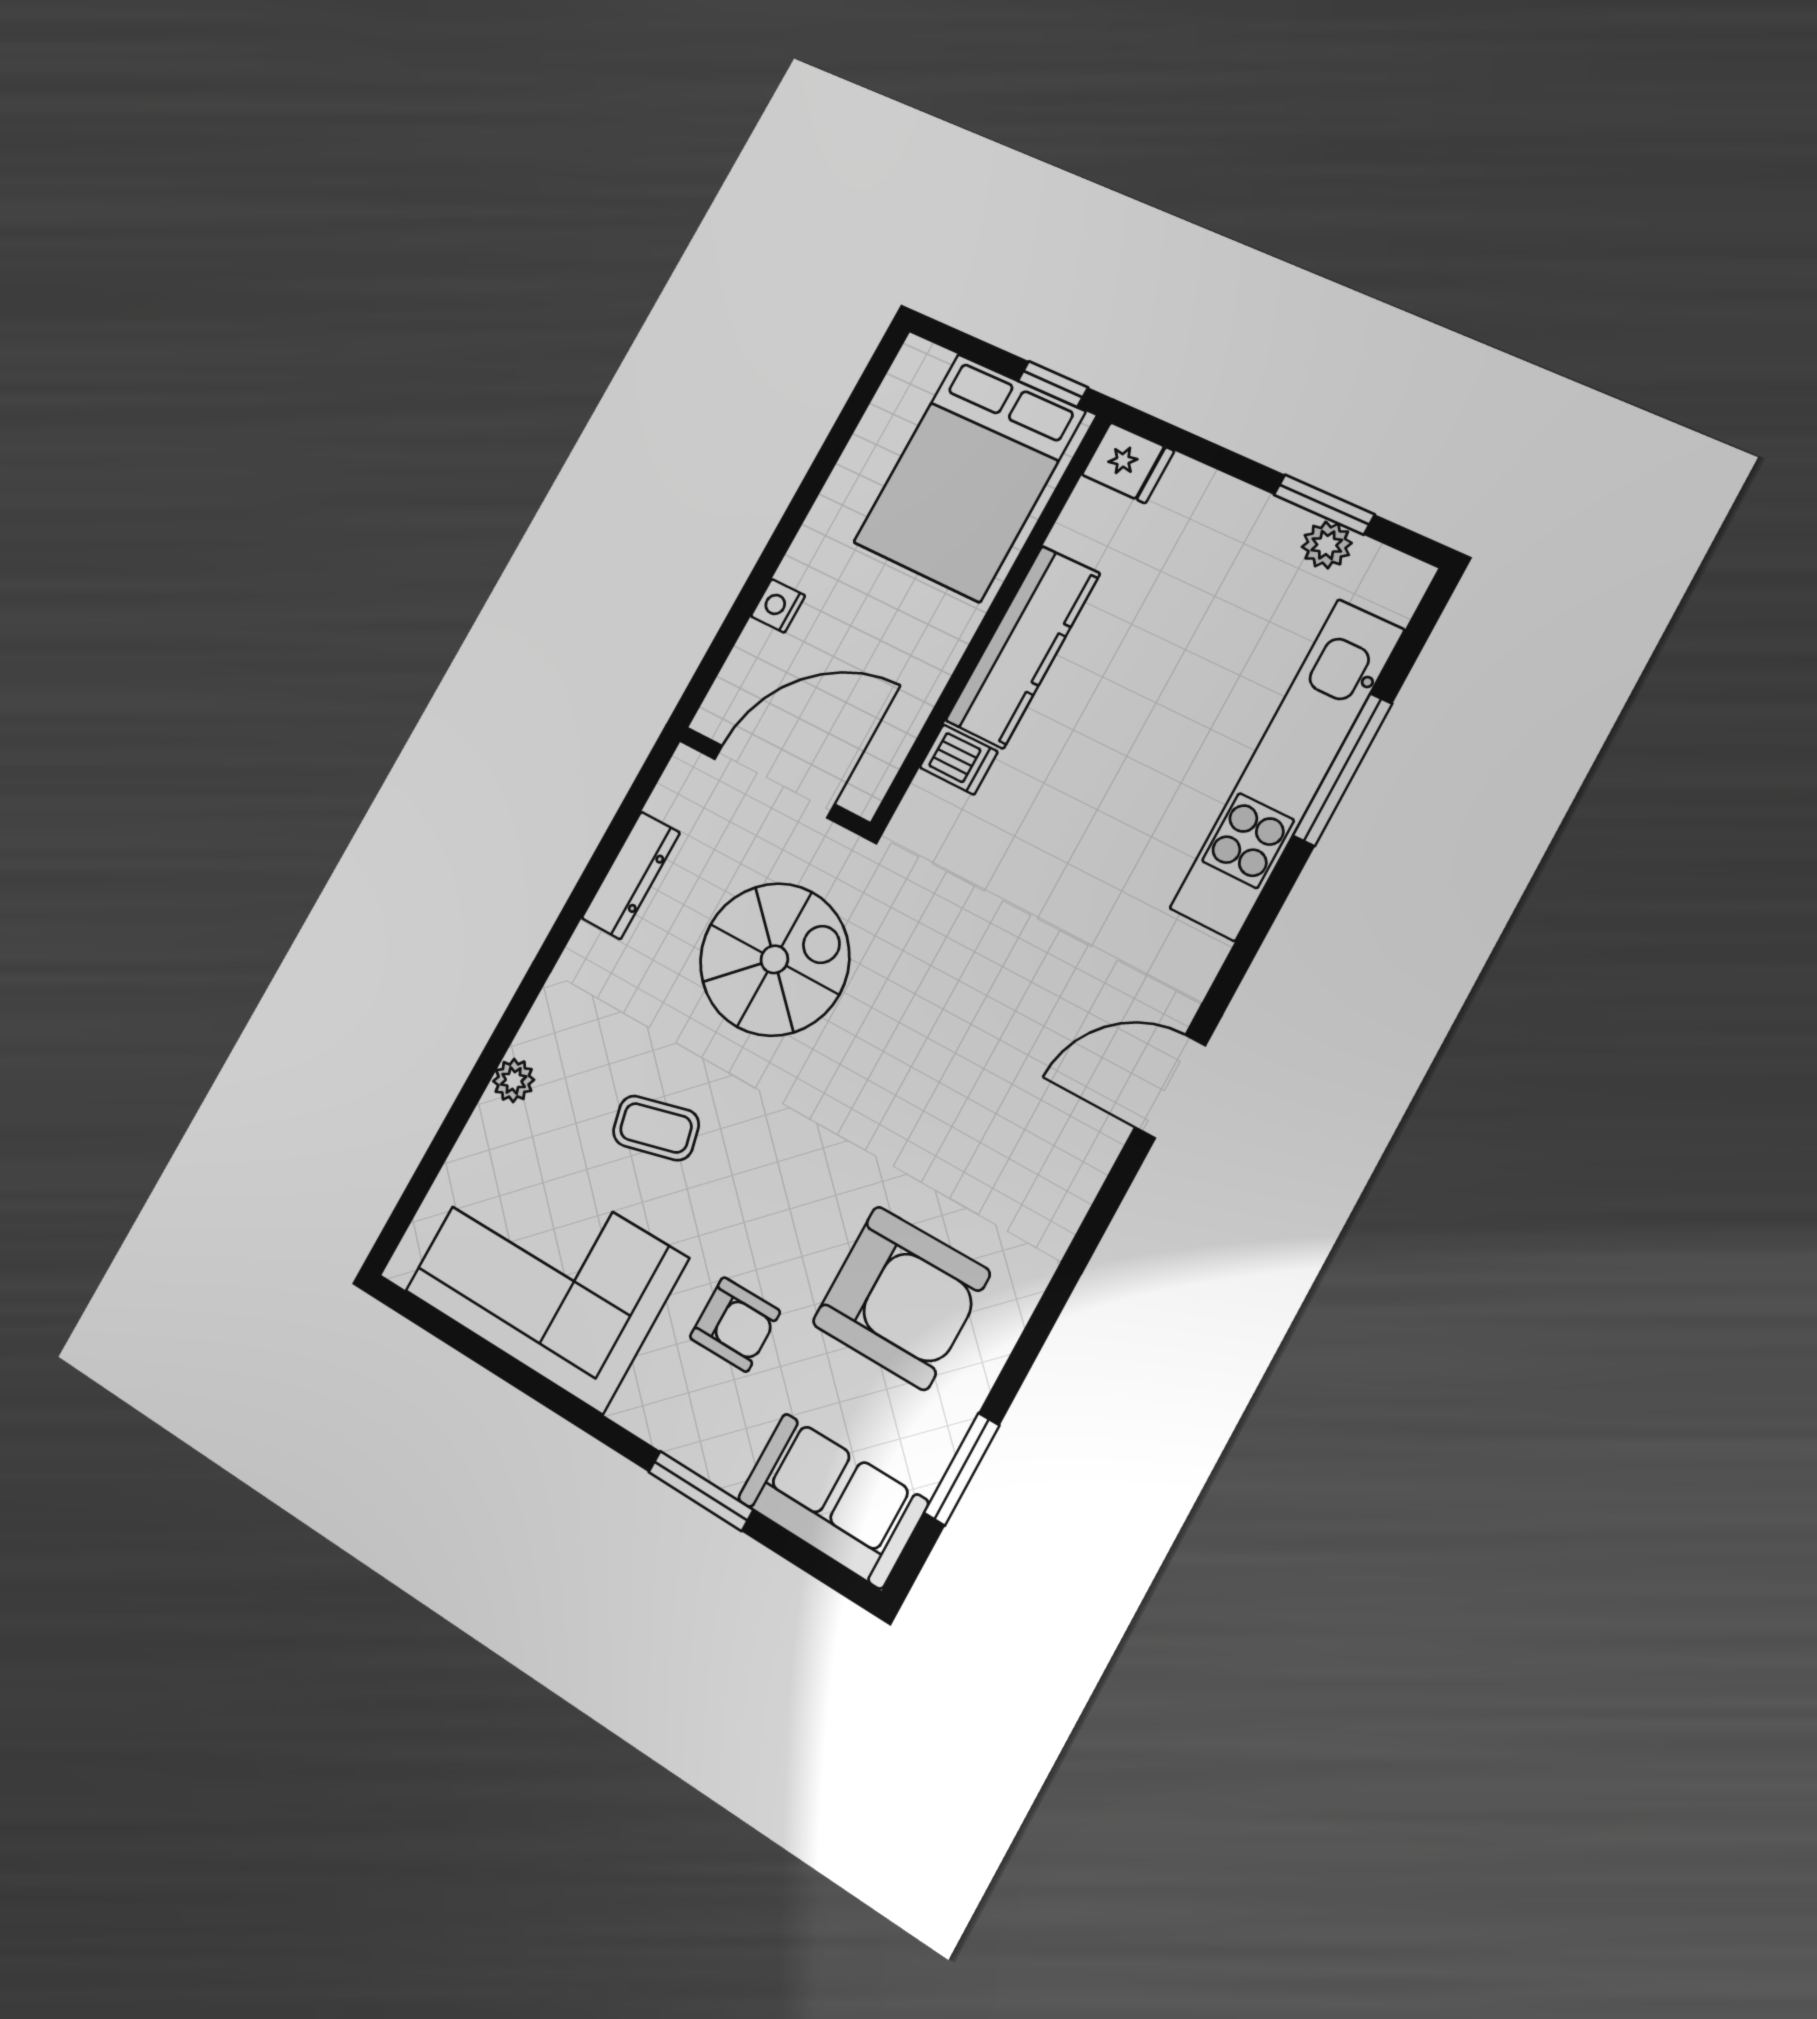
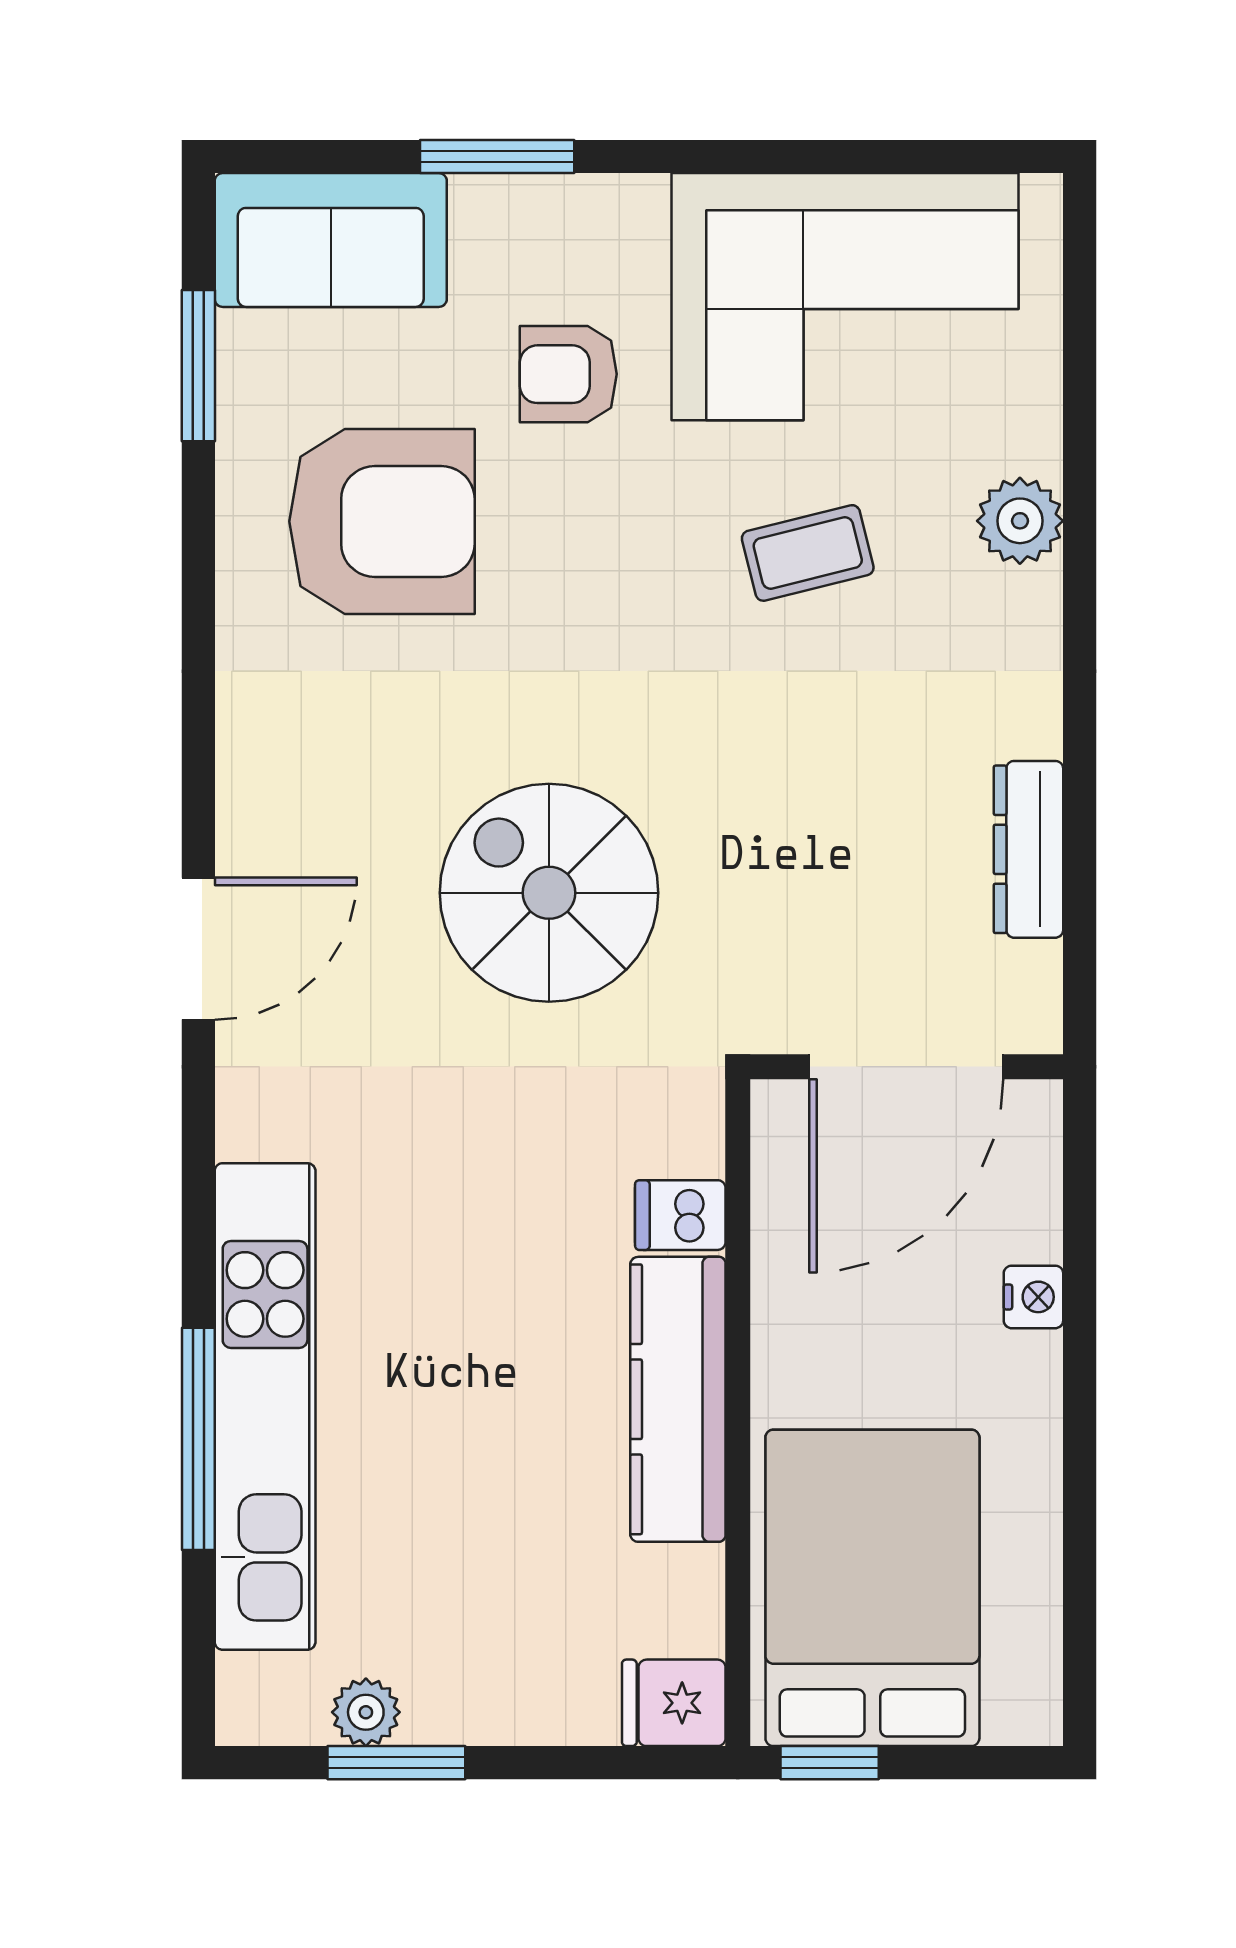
spiral stairs: (774, 959) -> (549, 893), moved, turned 90
plant: (514, 1080) -> (1020, 521), width x1.38, depth x1.38
armchair: (901, 1298) -> (382, 521), turned 180

